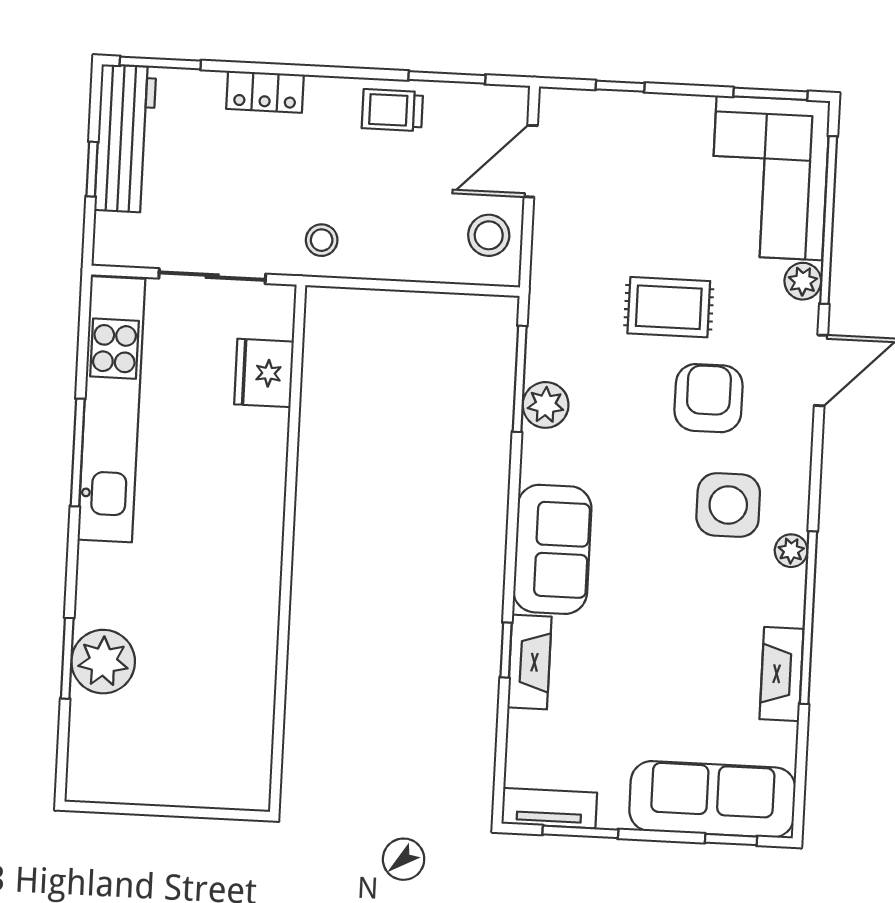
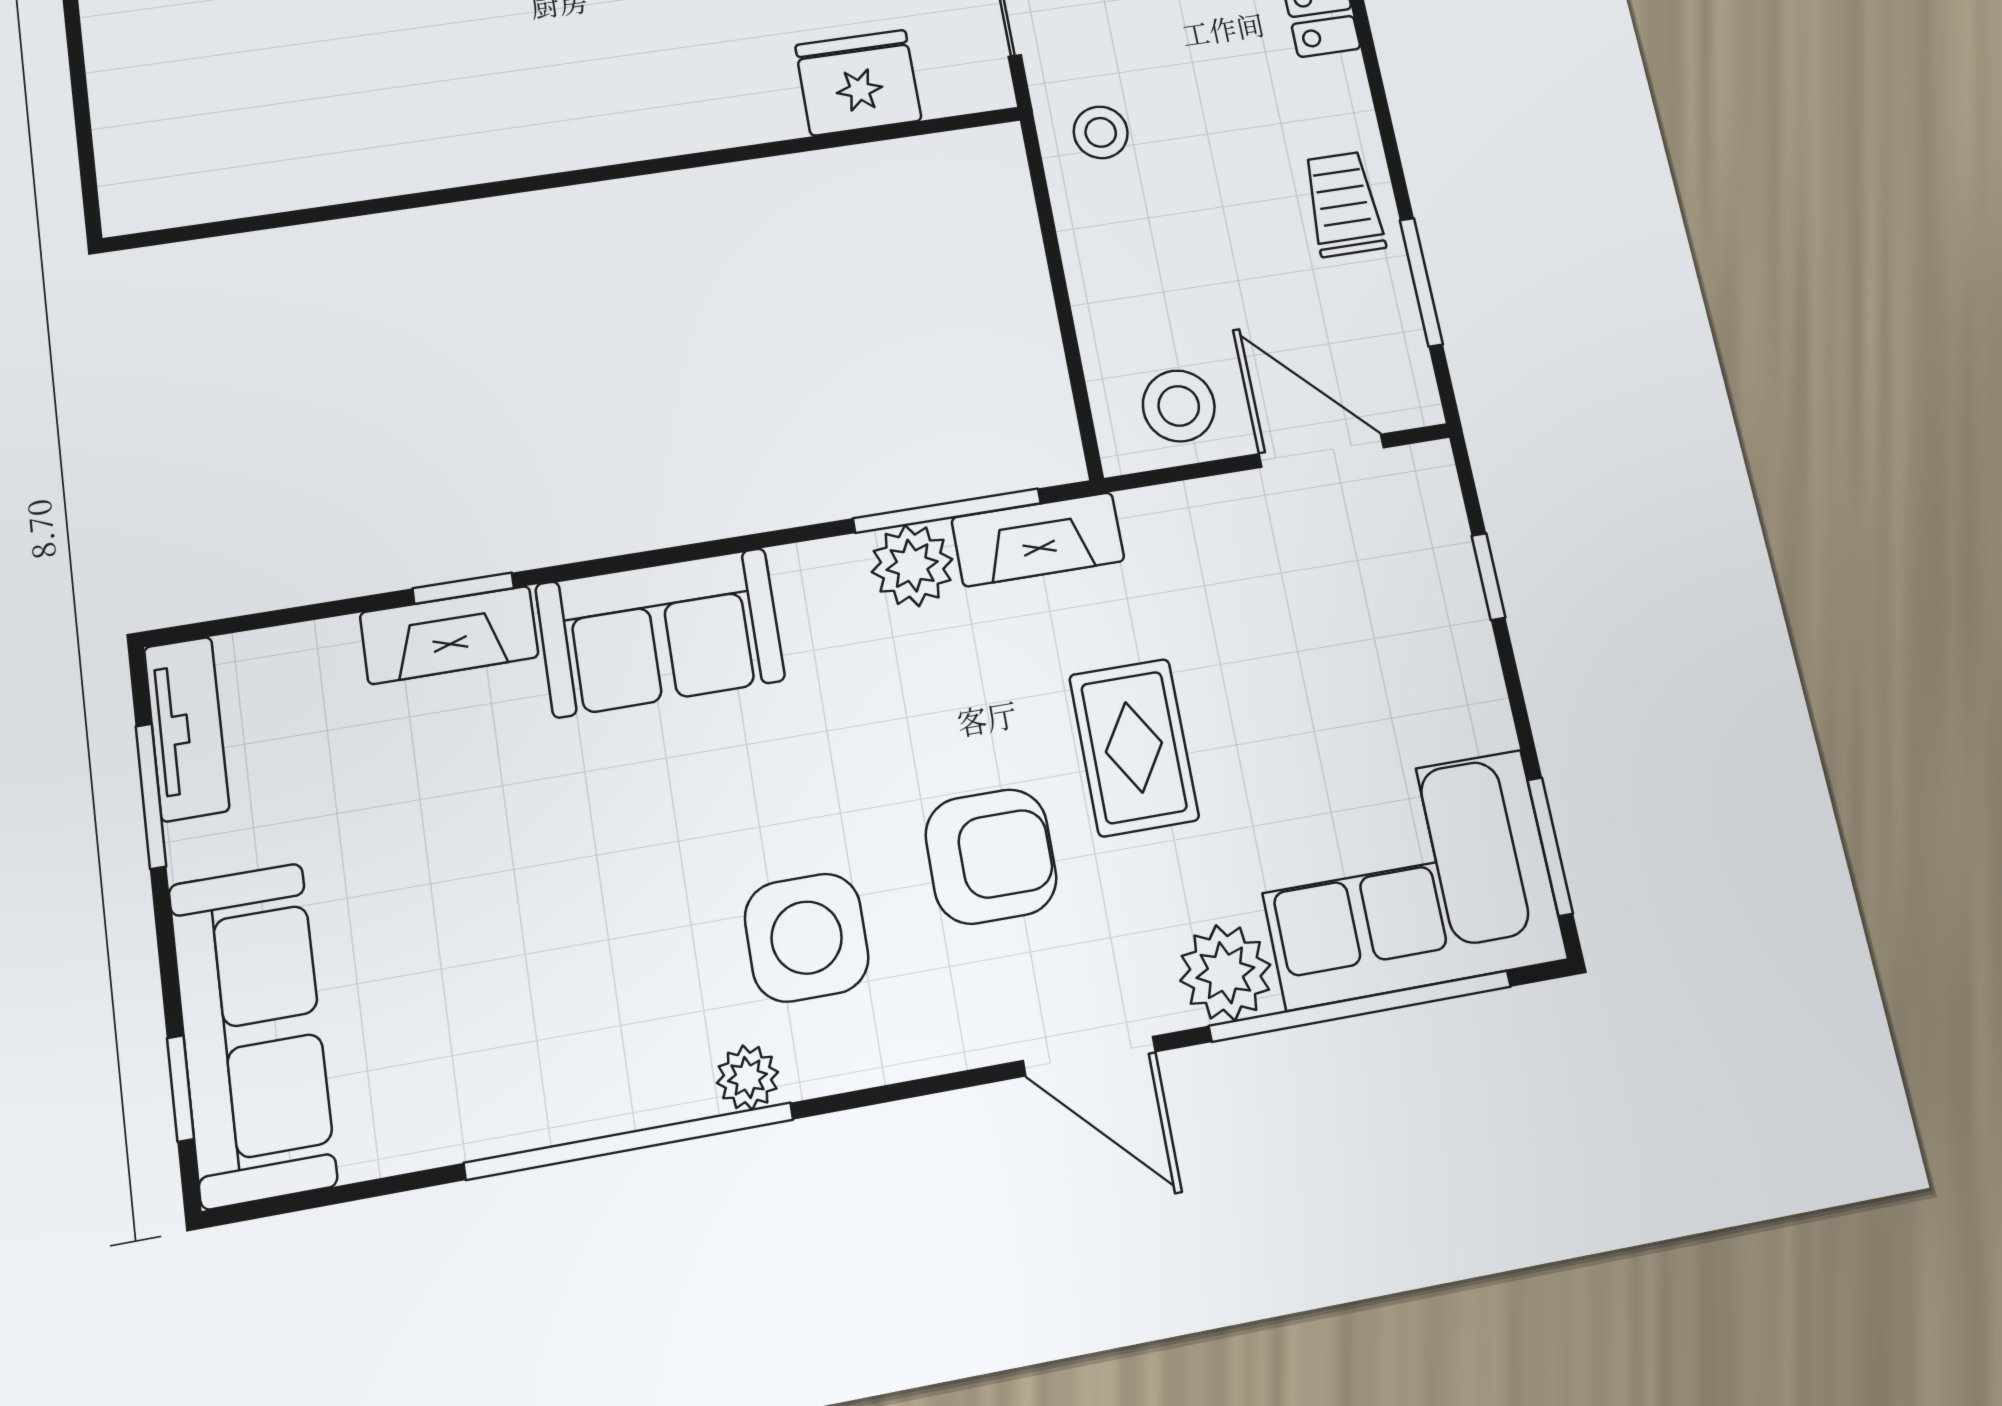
plant: (803, 281) -> (1225, 973), width x1.38, depth x1.38
fireplace: (782, 674) -> (1038, 539), moved, turned 180

